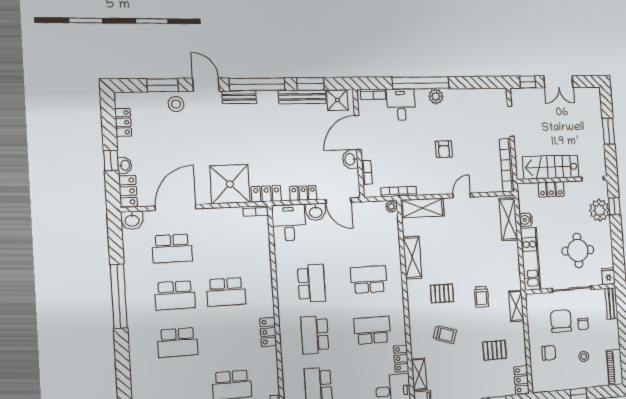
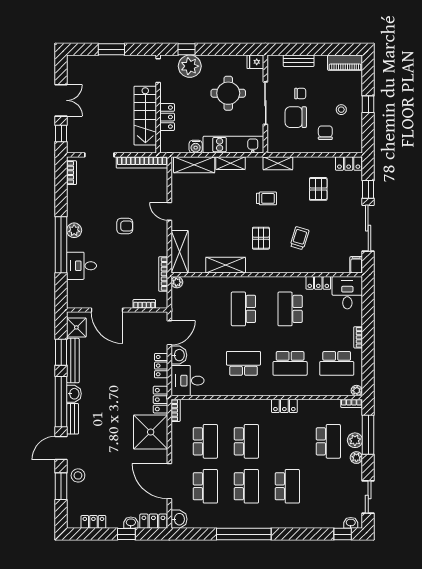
bookcase: (373, 94) -> (72, 173), moved
washbasin: (350, 159) -> (74, 394), moved, turned -90
school desk: (223, 246) -> (205, 441), added
bench: (612, 303) -> (299, 61), moved
stool: (584, 356) -> (341, 110), moved
shelving: (419, 374) -> (230, 163), moved

